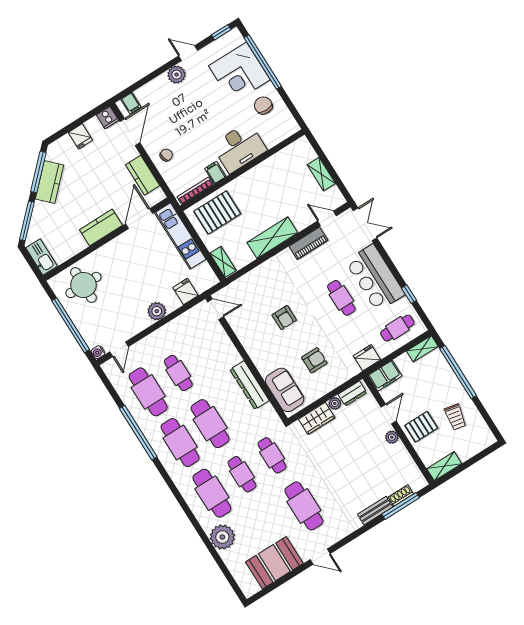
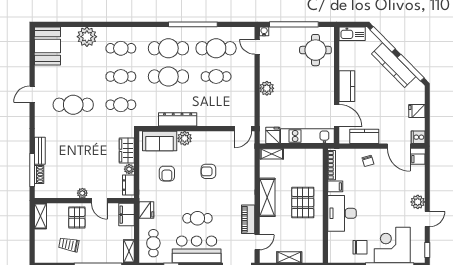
kitchen counter: (49, 182) -> (394, 65), width x1.50
pallet: (217, 213) -> (303, 202), moved
fridge: (185, 292) -> (273, 135), moved, turned -90
plant: (265, 365) -> (185, 138), added
cafe table: (212, 493) -> (121, 48), width x0.73, depth x0.74
booth: (274, 563) -> (48, 46), moved

